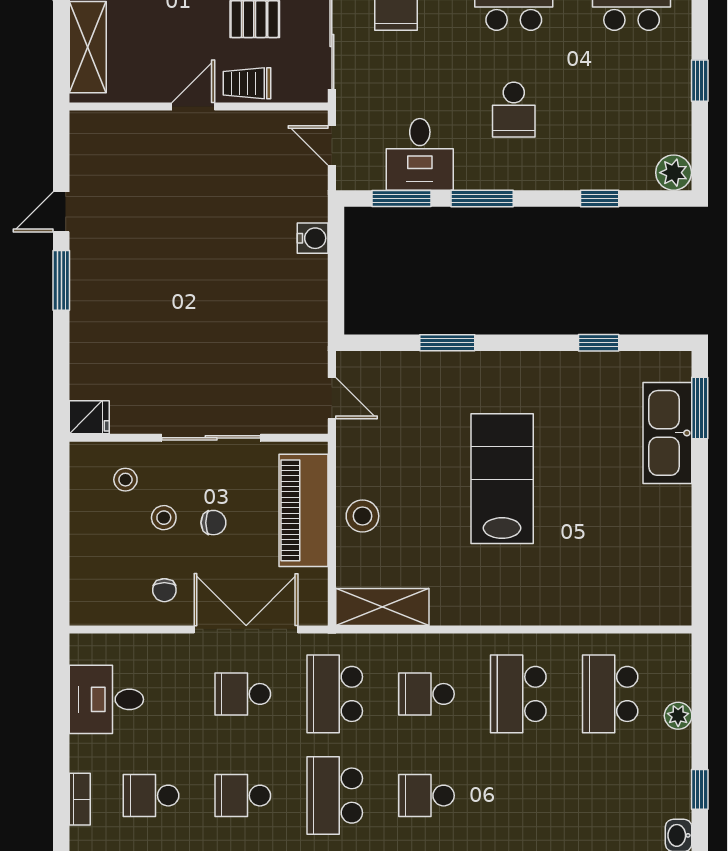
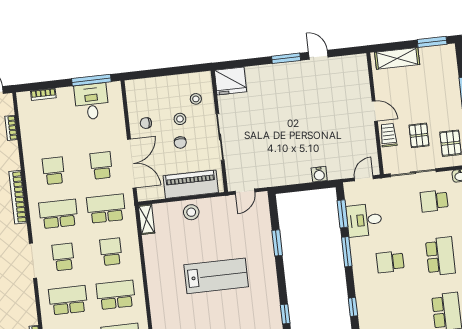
fridge: (89, 417) -> (231, 81), width x1.88, depth x1.34
shelving: (382, 607) -> (147, 219), width x0.67, depth x0.75
window: (61, 695) -> (91, 80), added
school desk: (151, 796) -> (68, 300), moved, width x1.85

